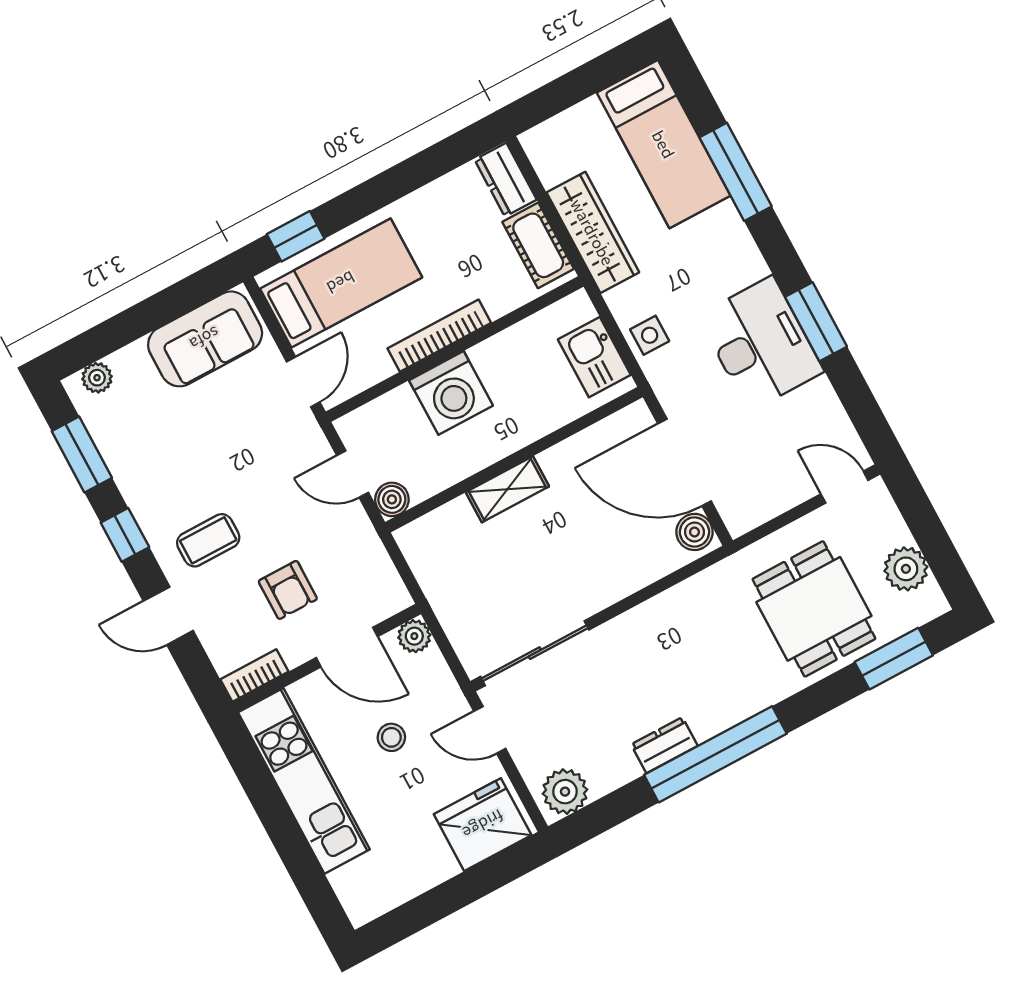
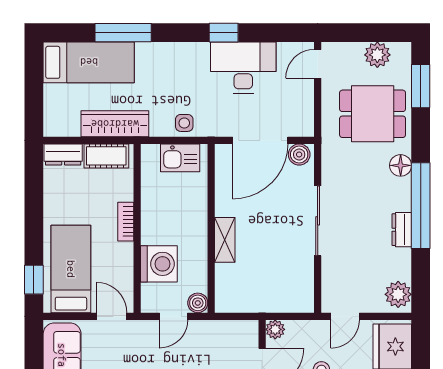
window: (816, 322) -> (224, 33), width x0.67
bookcase: (439, 336) -> (126, 222), width x0.64
desk: (761, 344) -> (243, 67), moved
washing machine: (451, 393) -> (159, 264), moved
sliding door: (535, 653) -> (318, 221), moved
floor lamp: (759, 692) -> (401, 165), added

